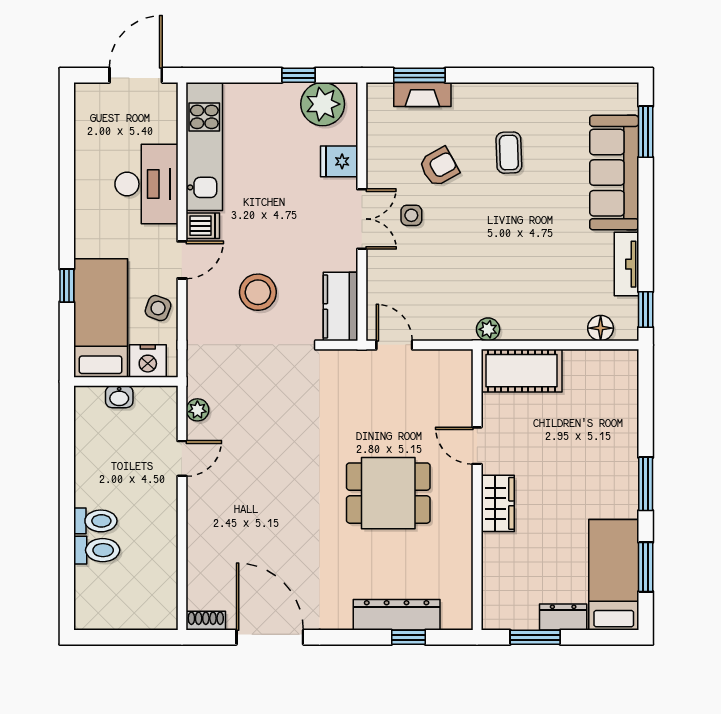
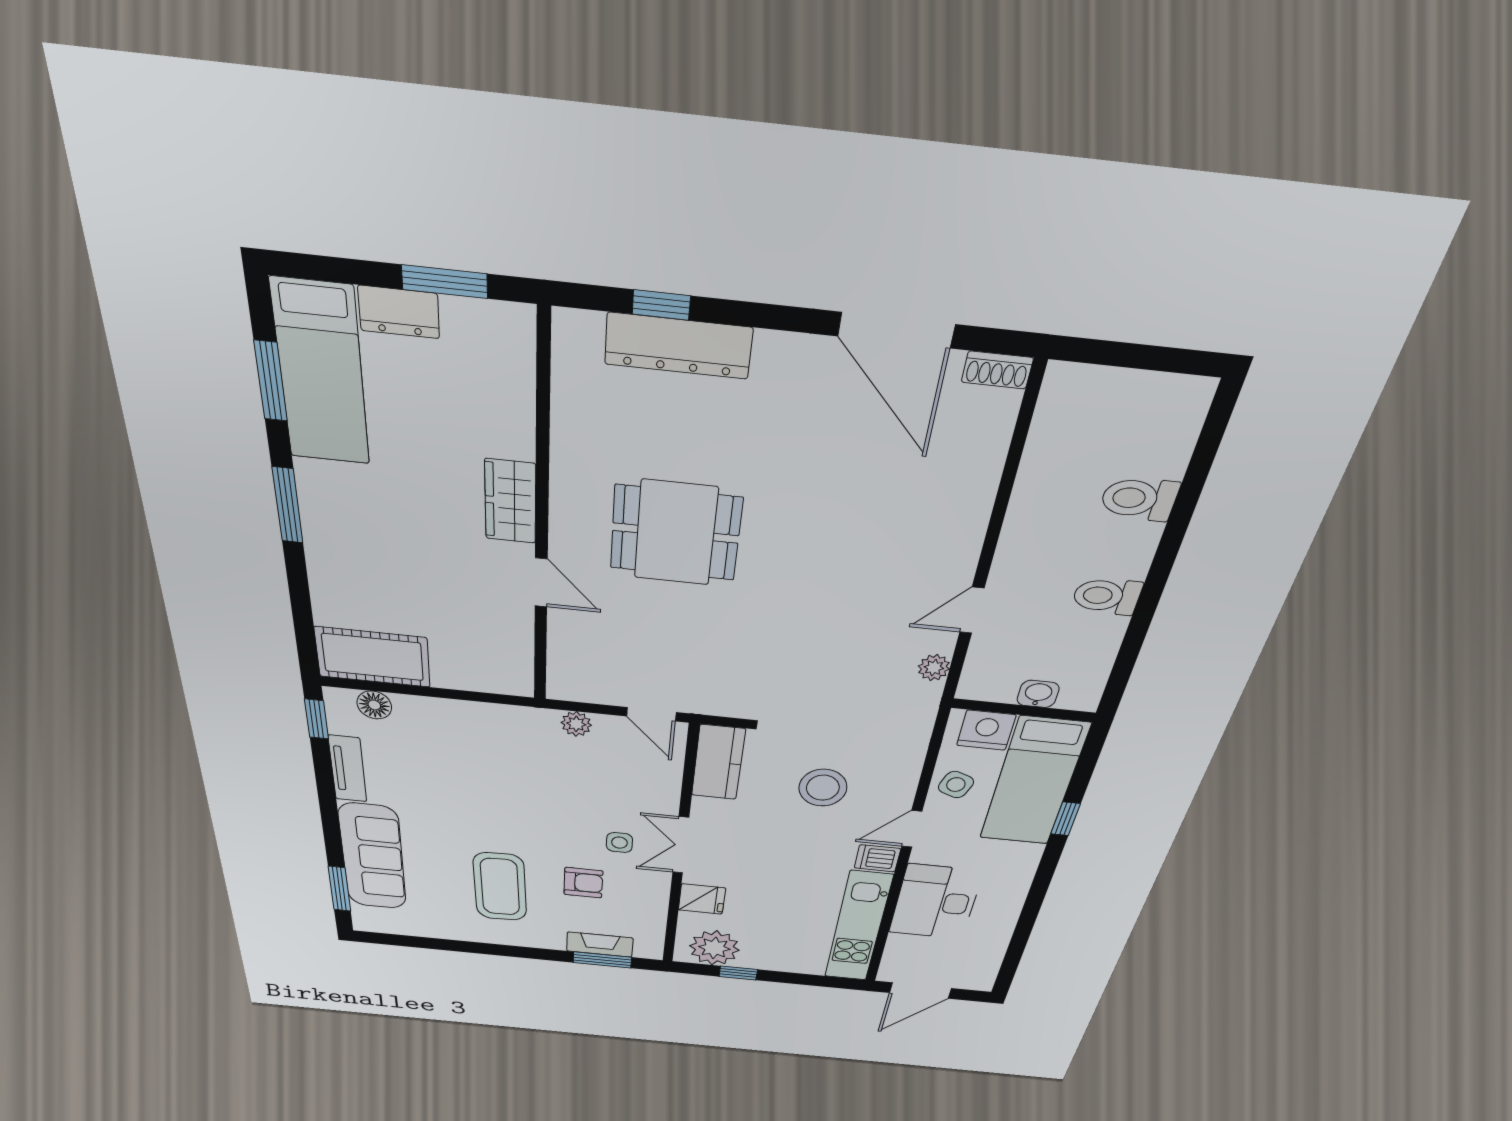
coffee table: (509, 153) -> (500, 887), width x1.86, depth x1.72
armchair: (439, 167) -> (583, 883), turned -151
plant: (488, 329) -> (576, 724), moved
cot: (522, 371) -> (373, 657), moved
toilet: (95, 521) -> (1107, 596), moved

